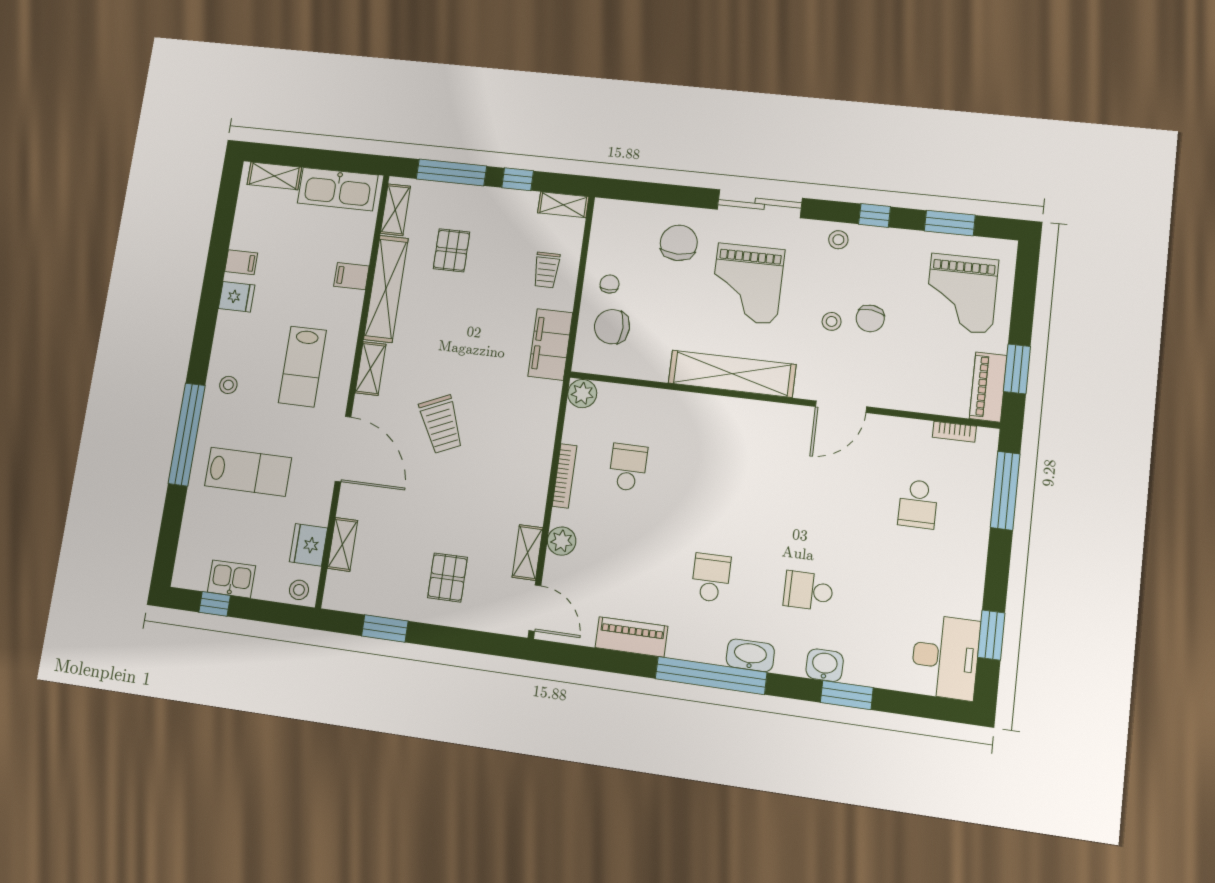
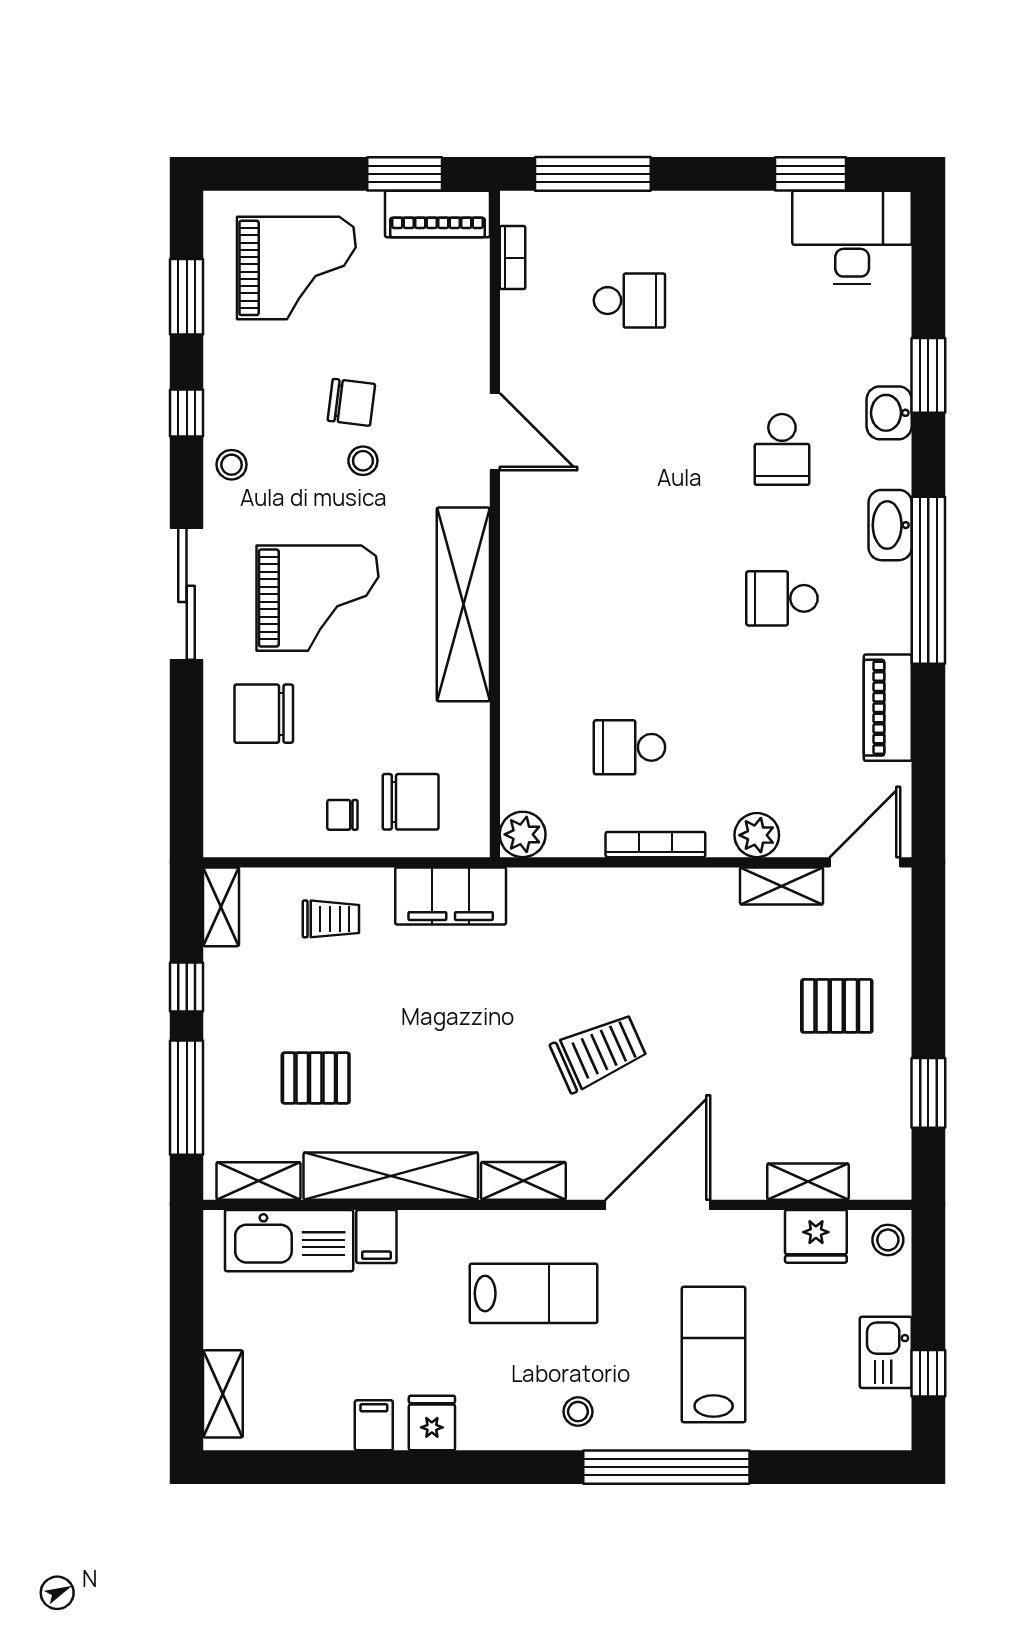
kitchen sink: (338, 189) -> (289, 1241), moved, turned 90
chair: (612, 327) -> (411, 802), turned -90

